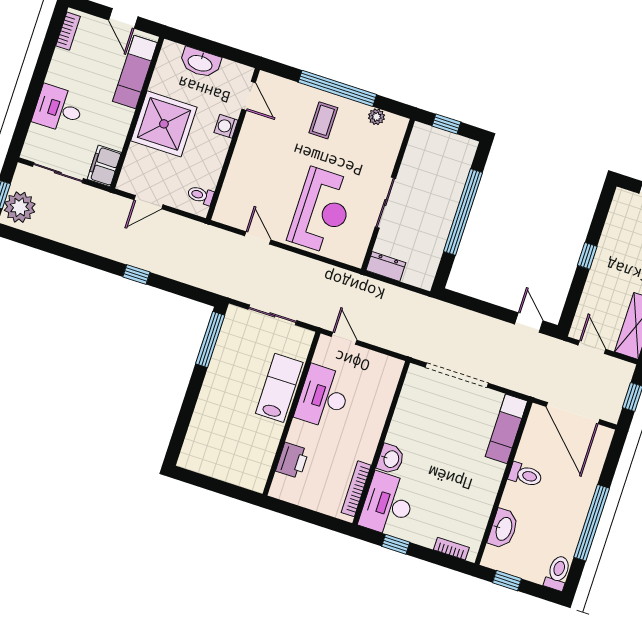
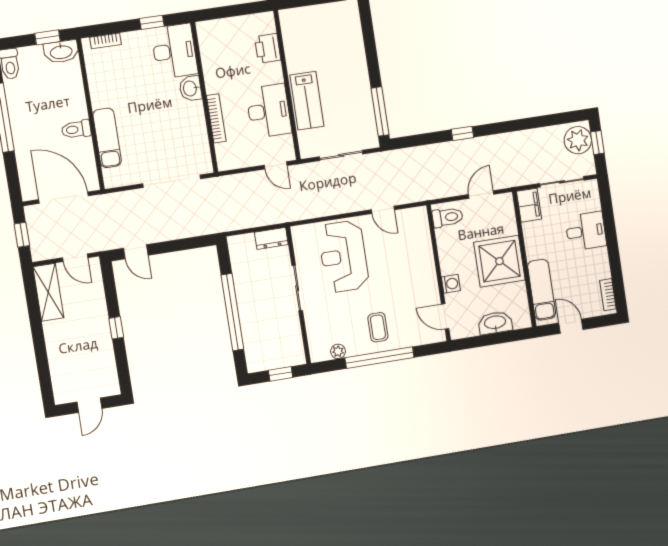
toilet: (200, 195) -> (447, 217), width x1.37, depth x1.39
exam couch: (506, 429) -> (107, 138), moved
bookcase: (356, 489) -> (216, 118), moved
washbasin: (503, 529) -> (61, 52), moved, turned -90

